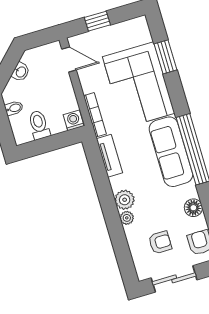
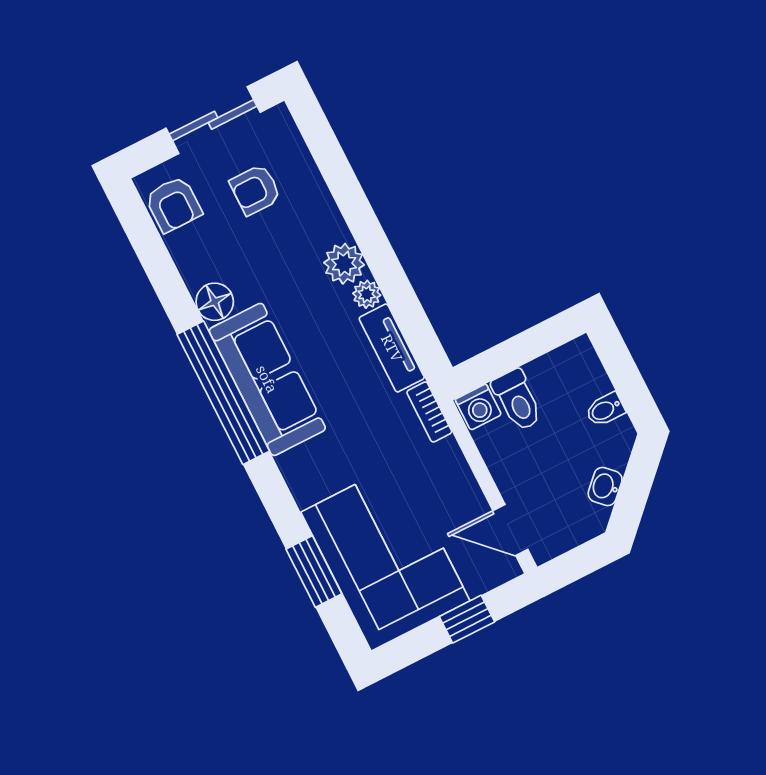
corner sofa: (139, 85) -> (385, 556), moved
bookcase: (95, 115) -> (429, 412), width x0.64
toilet: (39, 125) -> (517, 400), moved
floor lamp: (193, 208) -> (215, 302), moved
plant: (127, 218) -> (367, 294), moved

